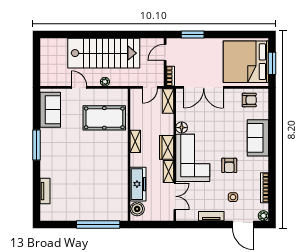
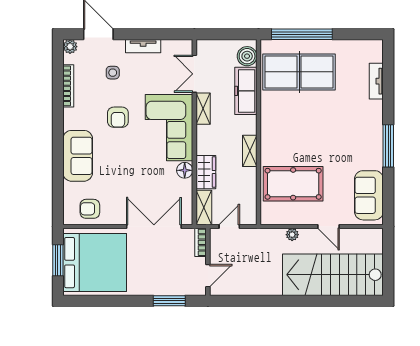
stairs: (104, 53) -> (333, 275), moved
wardrobe: (167, 147) -> (206, 172), moved
armchair: (229, 165) -> (118, 117), turned 180
table tennis table: (100, 198) -> (299, 72), added

